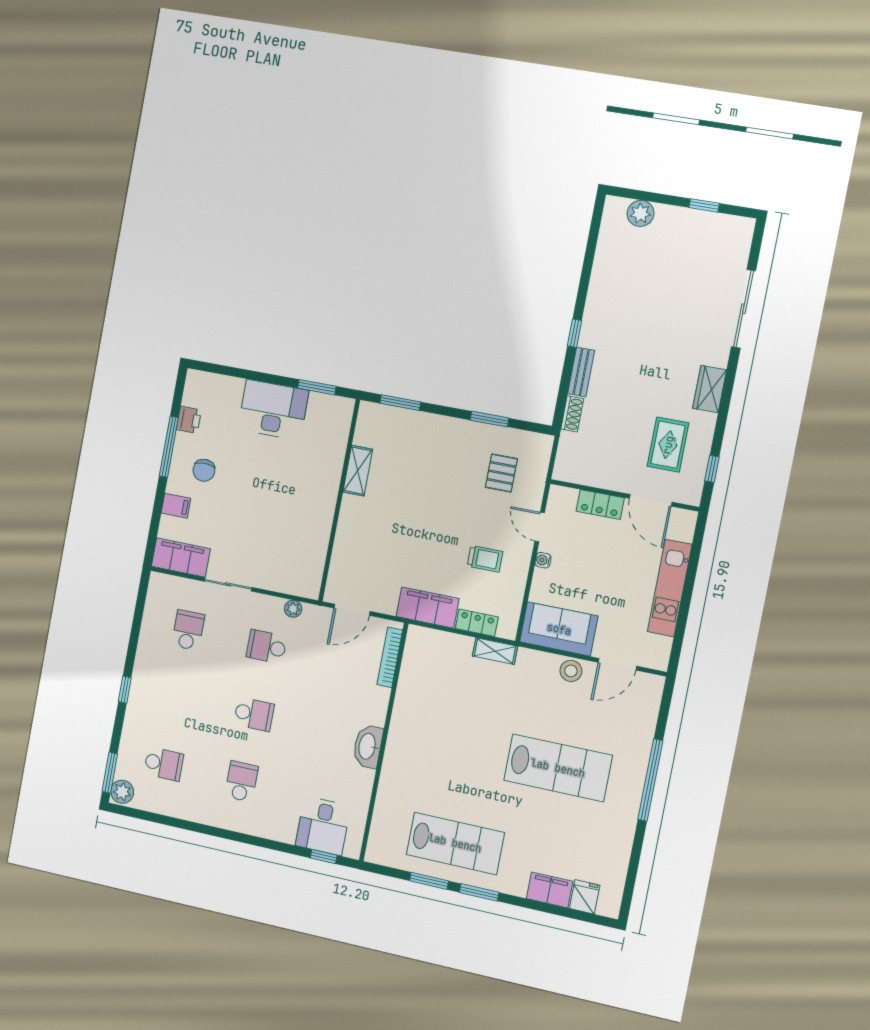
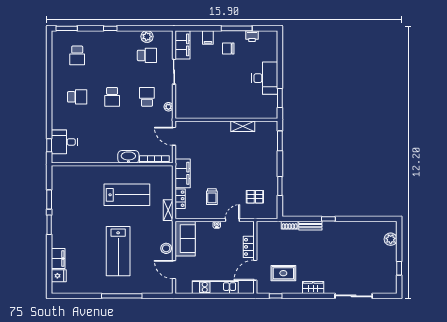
washbasin: (368, 746) -> (128, 157), moved
plant: (122, 792) -> (147, 37), moved
lab bench: (455, 843) -> (127, 195), moved, turned -90

